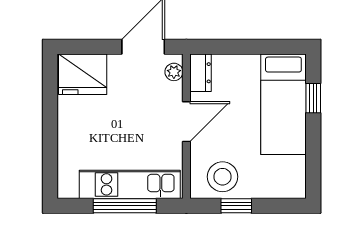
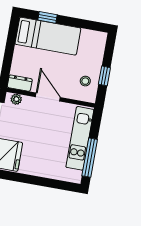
stool: (223, 177) -> (85, 81), width x0.53, depth x0.53
window: (125, 206) -> (90, 158), moved

